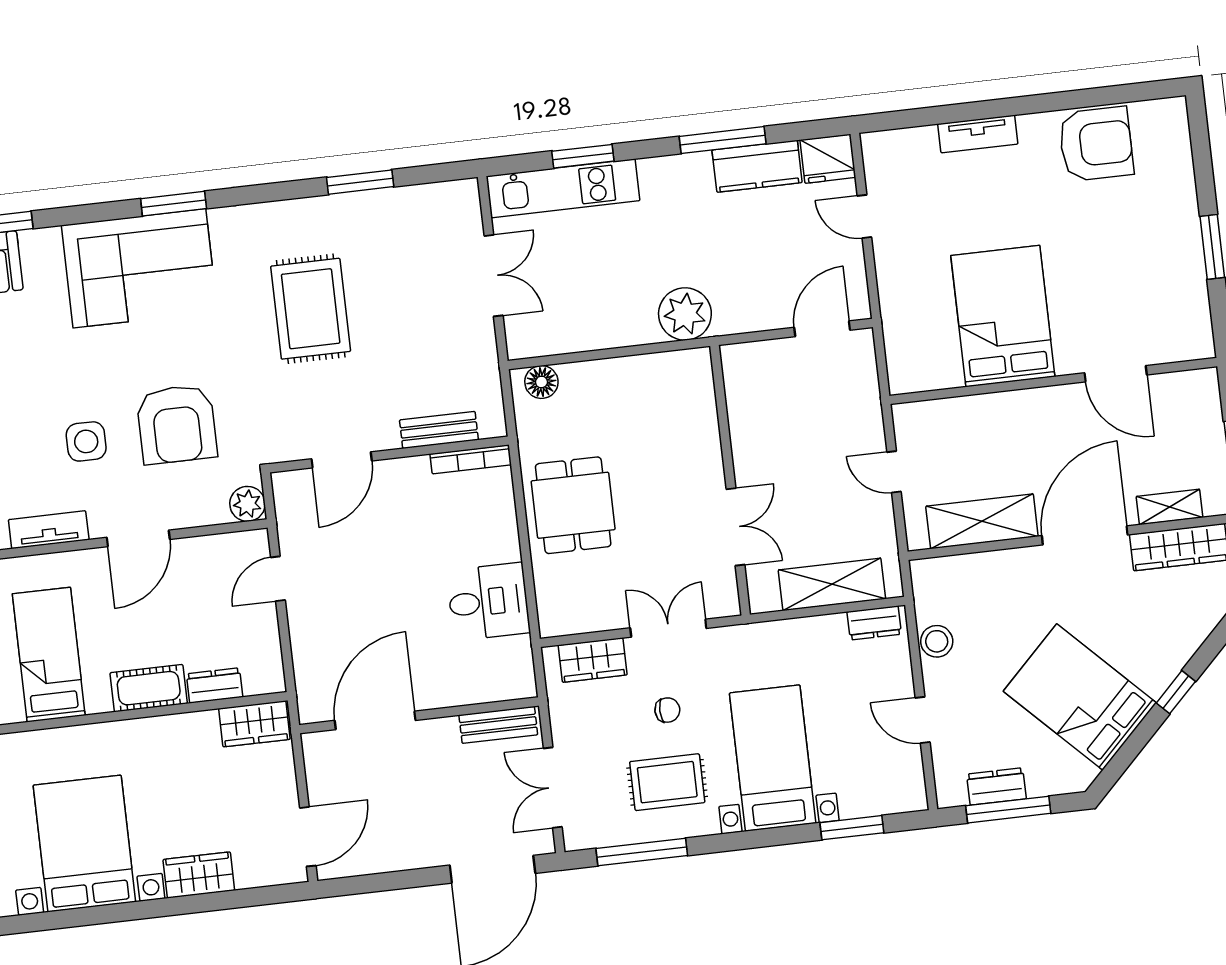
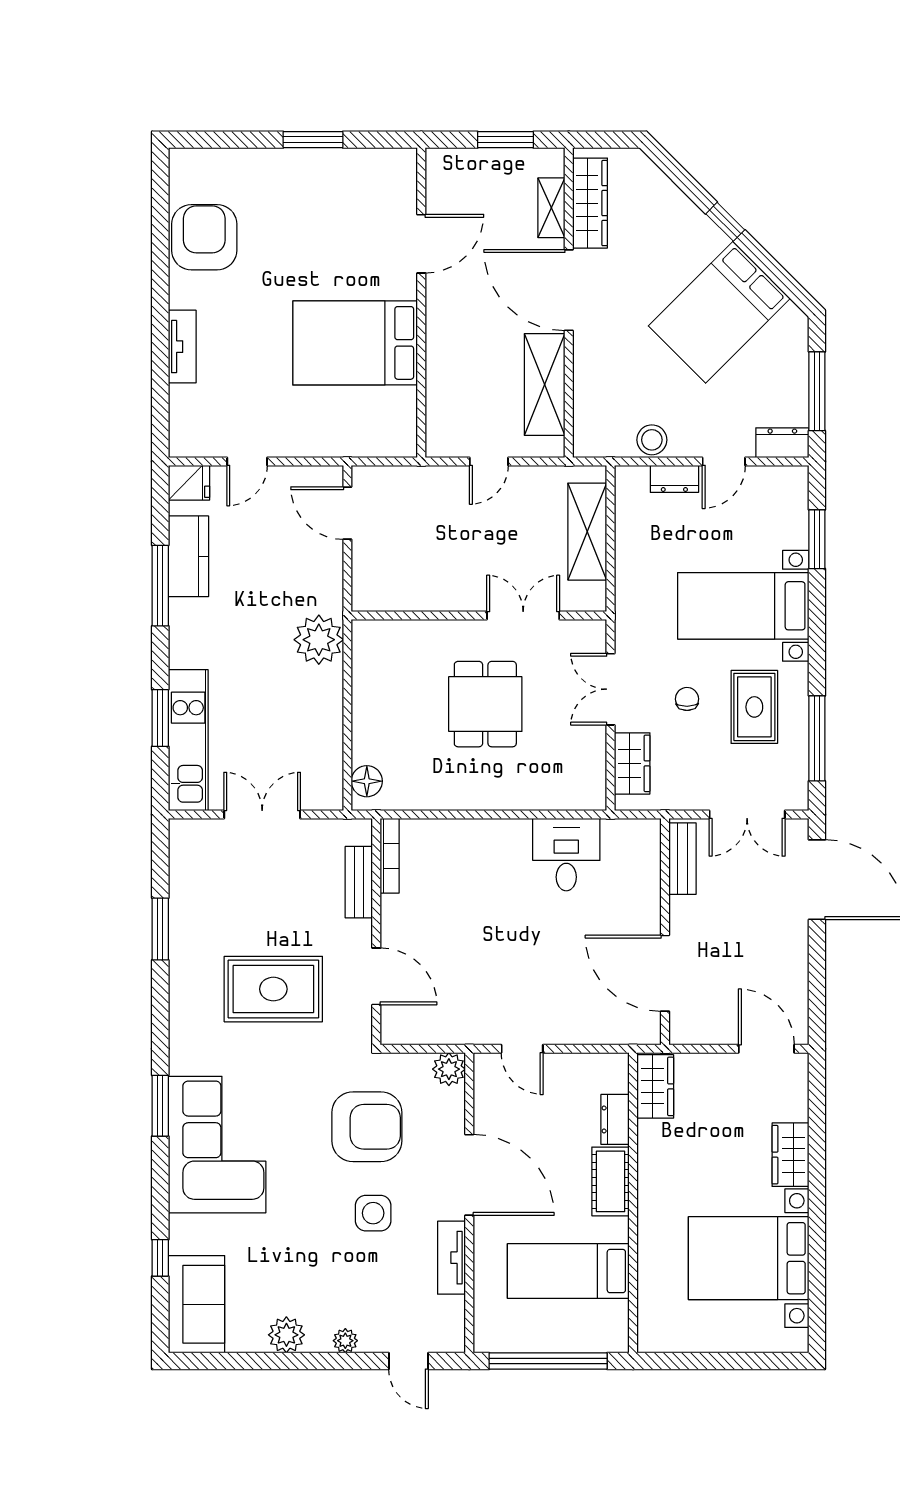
fridge: (828, 159) -> (189, 483), width x0.72
bench: (439, 430) -> (359, 882), moved
wall: (389, 454) -> (376, 932), moved
bookcase: (471, 459) -> (390, 856), moved
door: (342, 460) -> (376, 976), moved
dining table: (573, 505) -> (485, 704), moved, turned 90
door: (138, 538) -> (469, 1175), width x1.36
dresser: (874, 623) -> (674, 479), moved, turned 90
dresser: (996, 786) -> (782, 443), moved, turned 90

